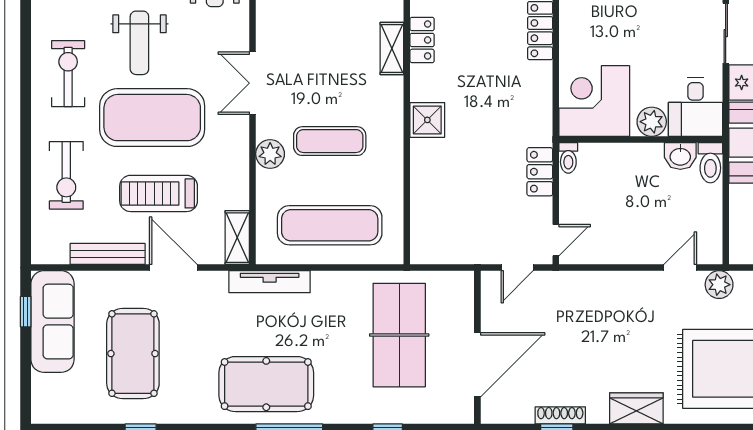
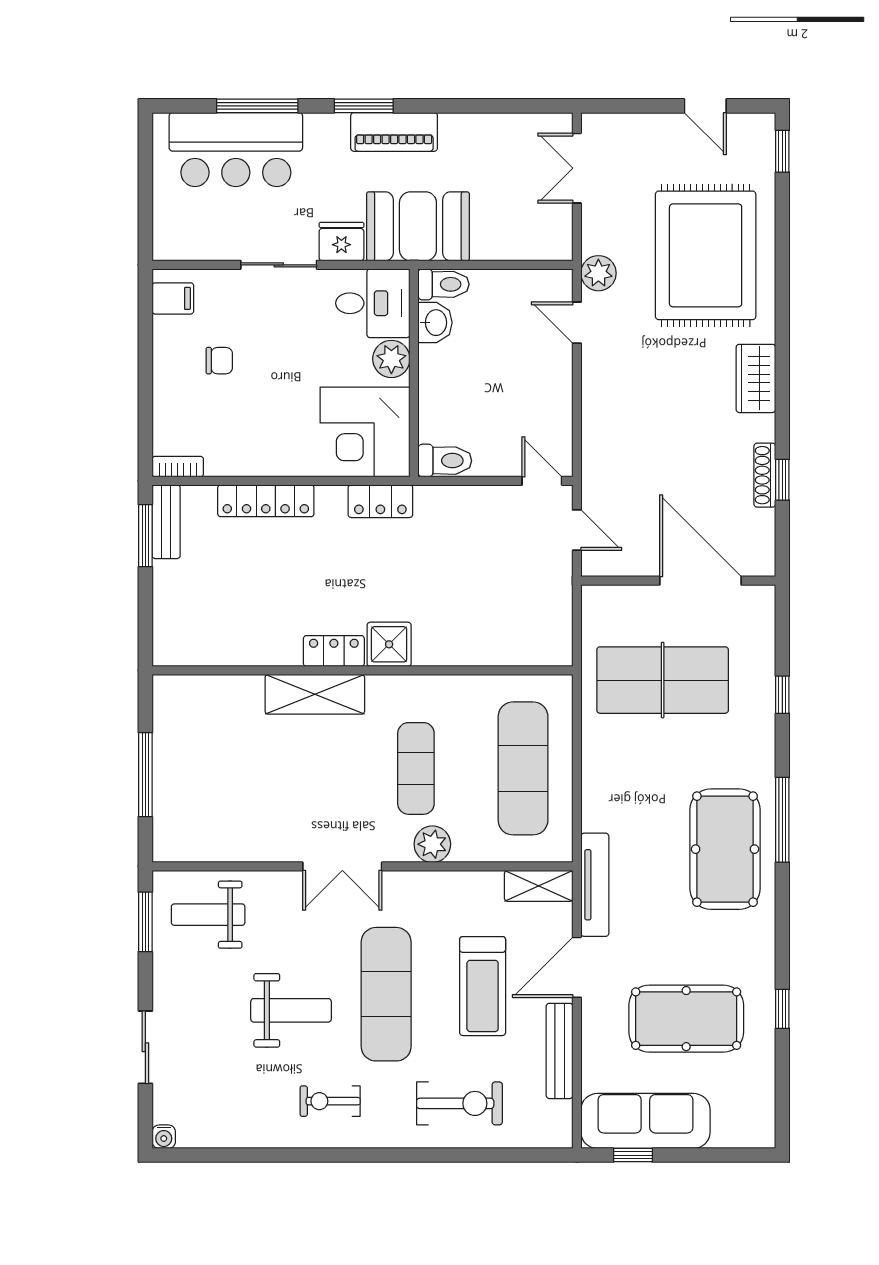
locker: (422, 40) -> (334, 651), moved
shelving: (392, 49) -> (315, 694), width x1.50, depth x1.33
exercise bike: (68, 74) -> (330, 1101), width x0.73, depth x0.72
exercise mat: (152, 118) -> (386, 994), width x0.68
toilet: (568, 158) -> (445, 461), width x1.37, depth x1.39
locker: (540, 172) -> (380, 501), moved
tv unit: (270, 282) -> (595, 885), moved

